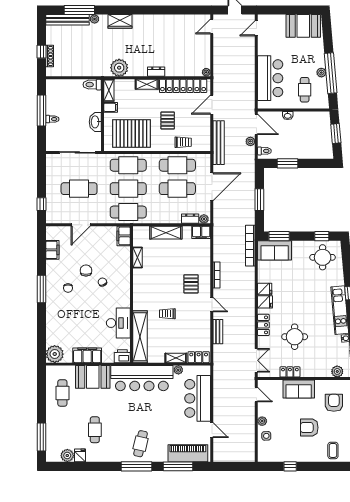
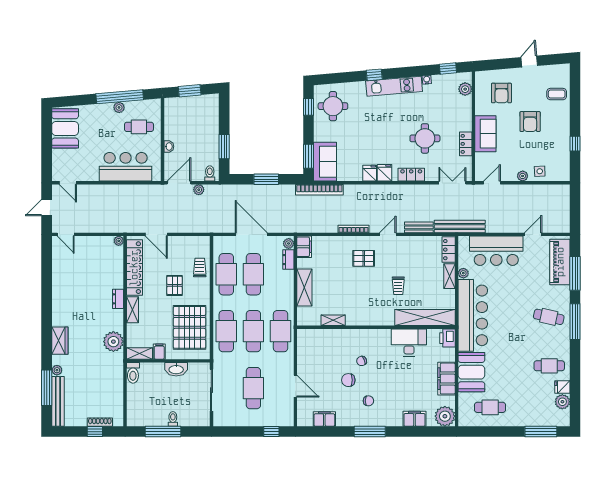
pallet: (168, 121) -> (175, 285), turned 90
bench: (219, 143) -> (460, 227), moved
filing cabinet: (124, 236) -> (415, 419), moved, turned 180
armchair: (334, 403) -> (501, 93), turned -90
cafe table: (95, 430) -> (549, 366), moved

